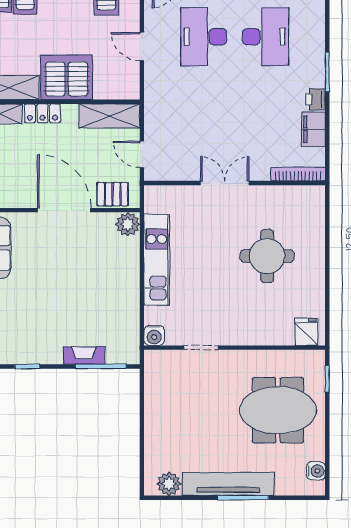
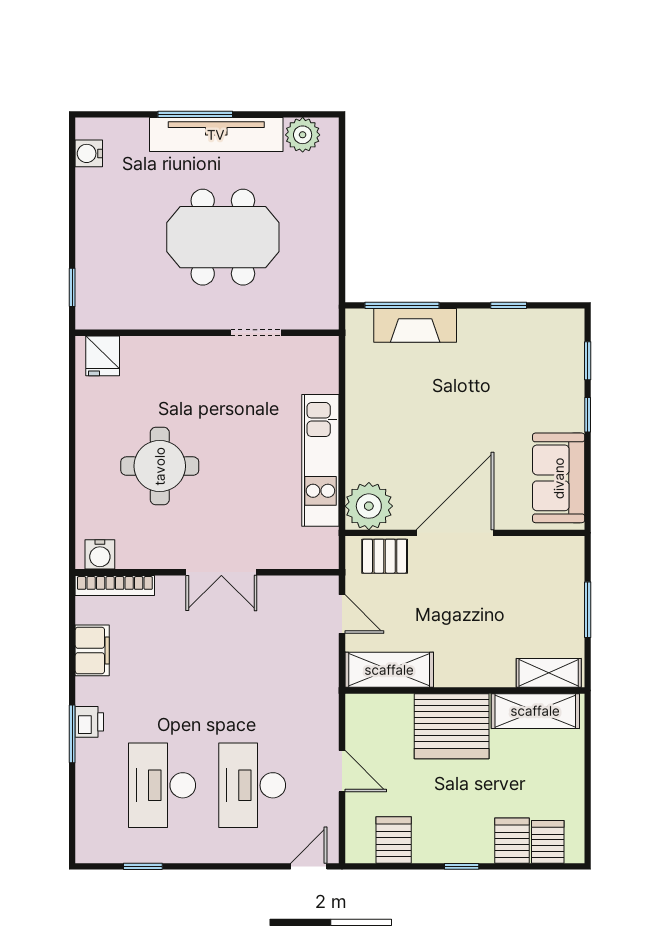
desk: (204, 37) -> (252, 785), turned 180
printer: (316, 99) -> (89, 722), moved
locker: (42, 113) -> (487, 674), removed
door: (64, 210) -> (455, 533), swing flipped
plant: (128, 224) -> (369, 506), width x1.36, depth x1.36
water cooler: (154, 335) -> (100, 554), moved, turned 180
fireplace: (84, 355) -> (415, 325), width x1.37, depth x1.32
meeting table: (278, 410) -> (223, 237), moved

